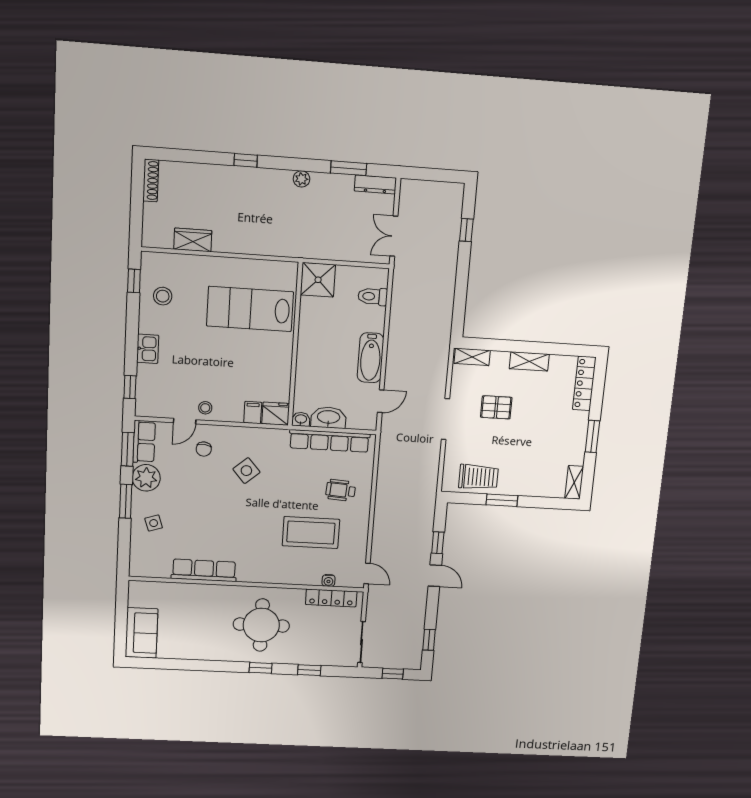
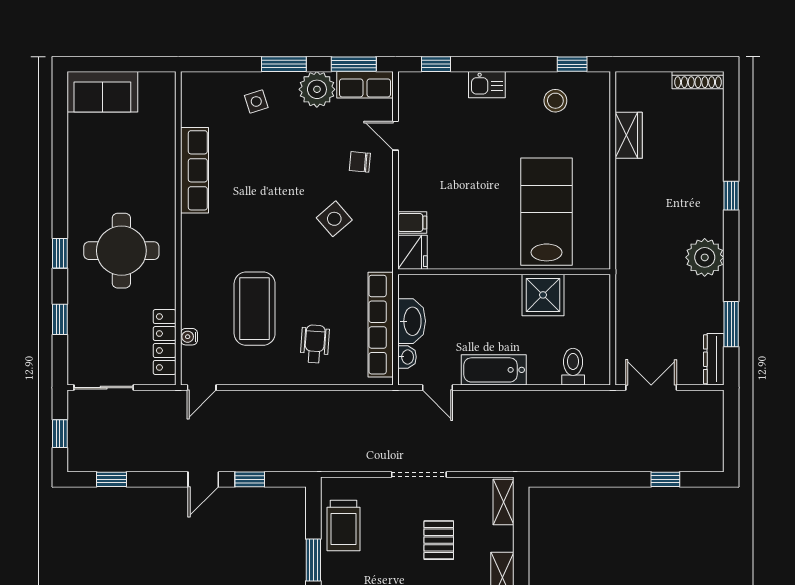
plant: (302, 179) -> (705, 257), width x1.87, depth x1.87
shower: (318, 280) -> (543, 295), moved
stool: (205, 408) -> (415, 161), removed
washbasin: (301, 419) -> (407, 357), moved

